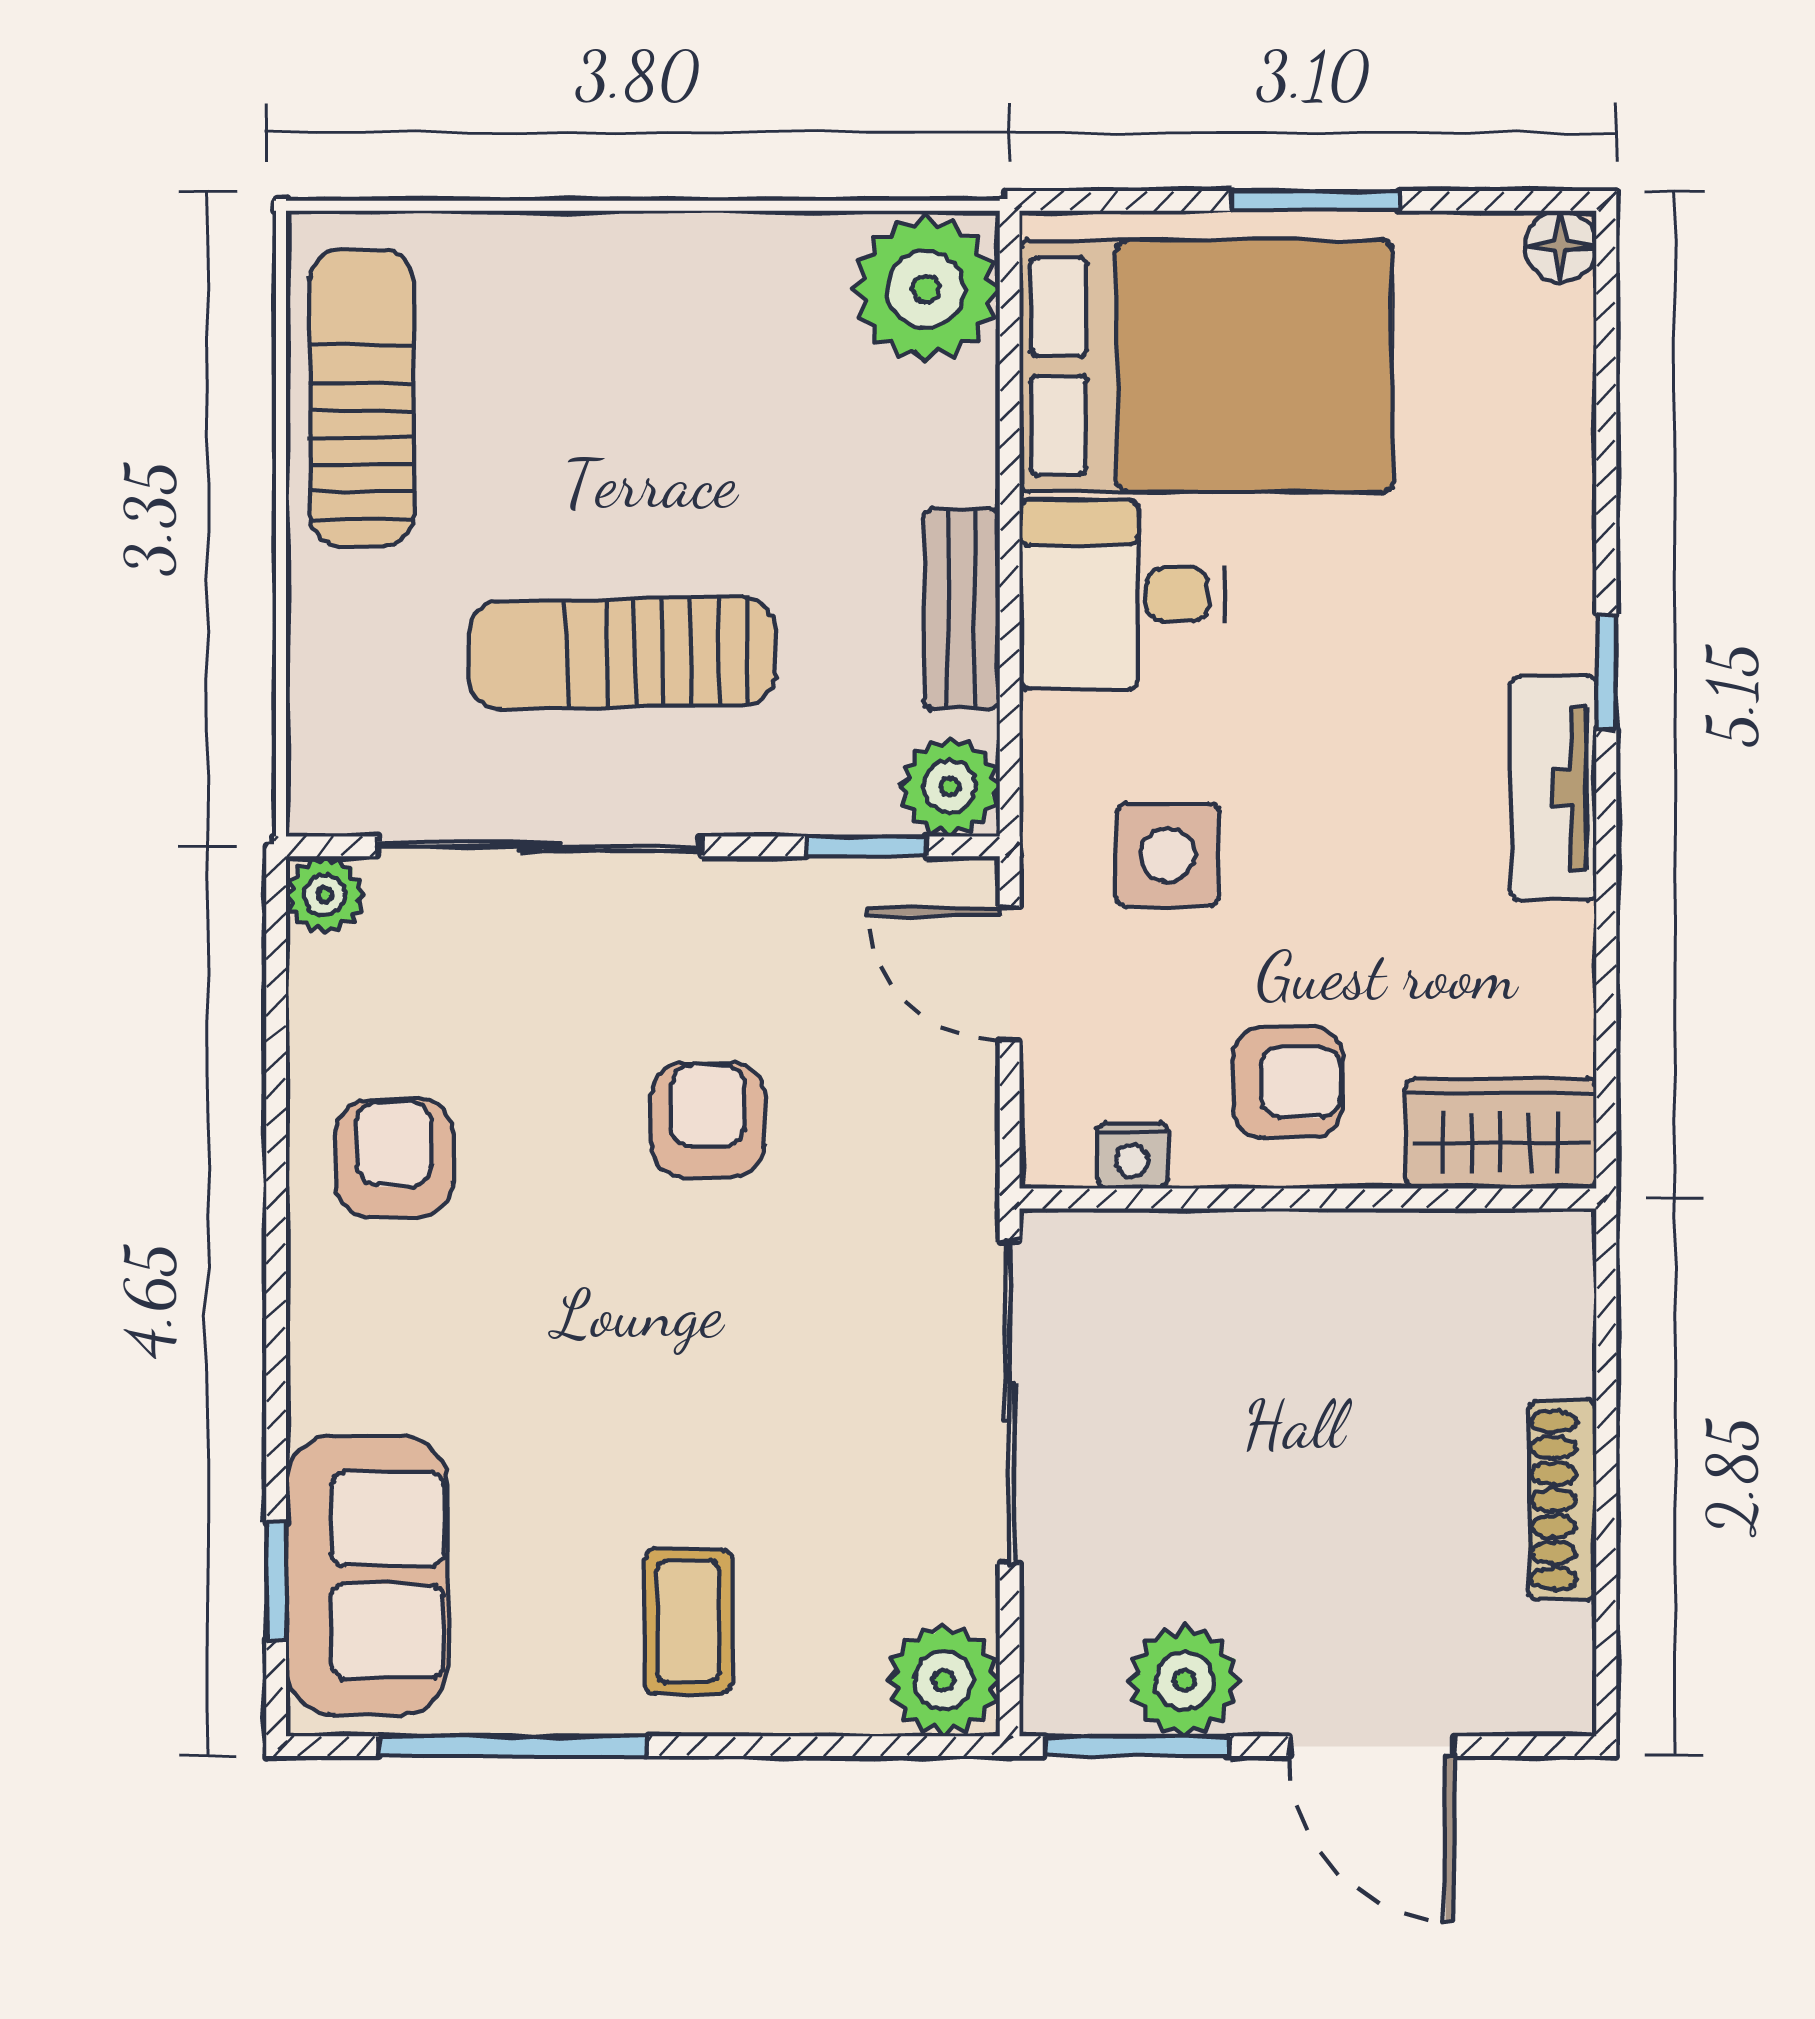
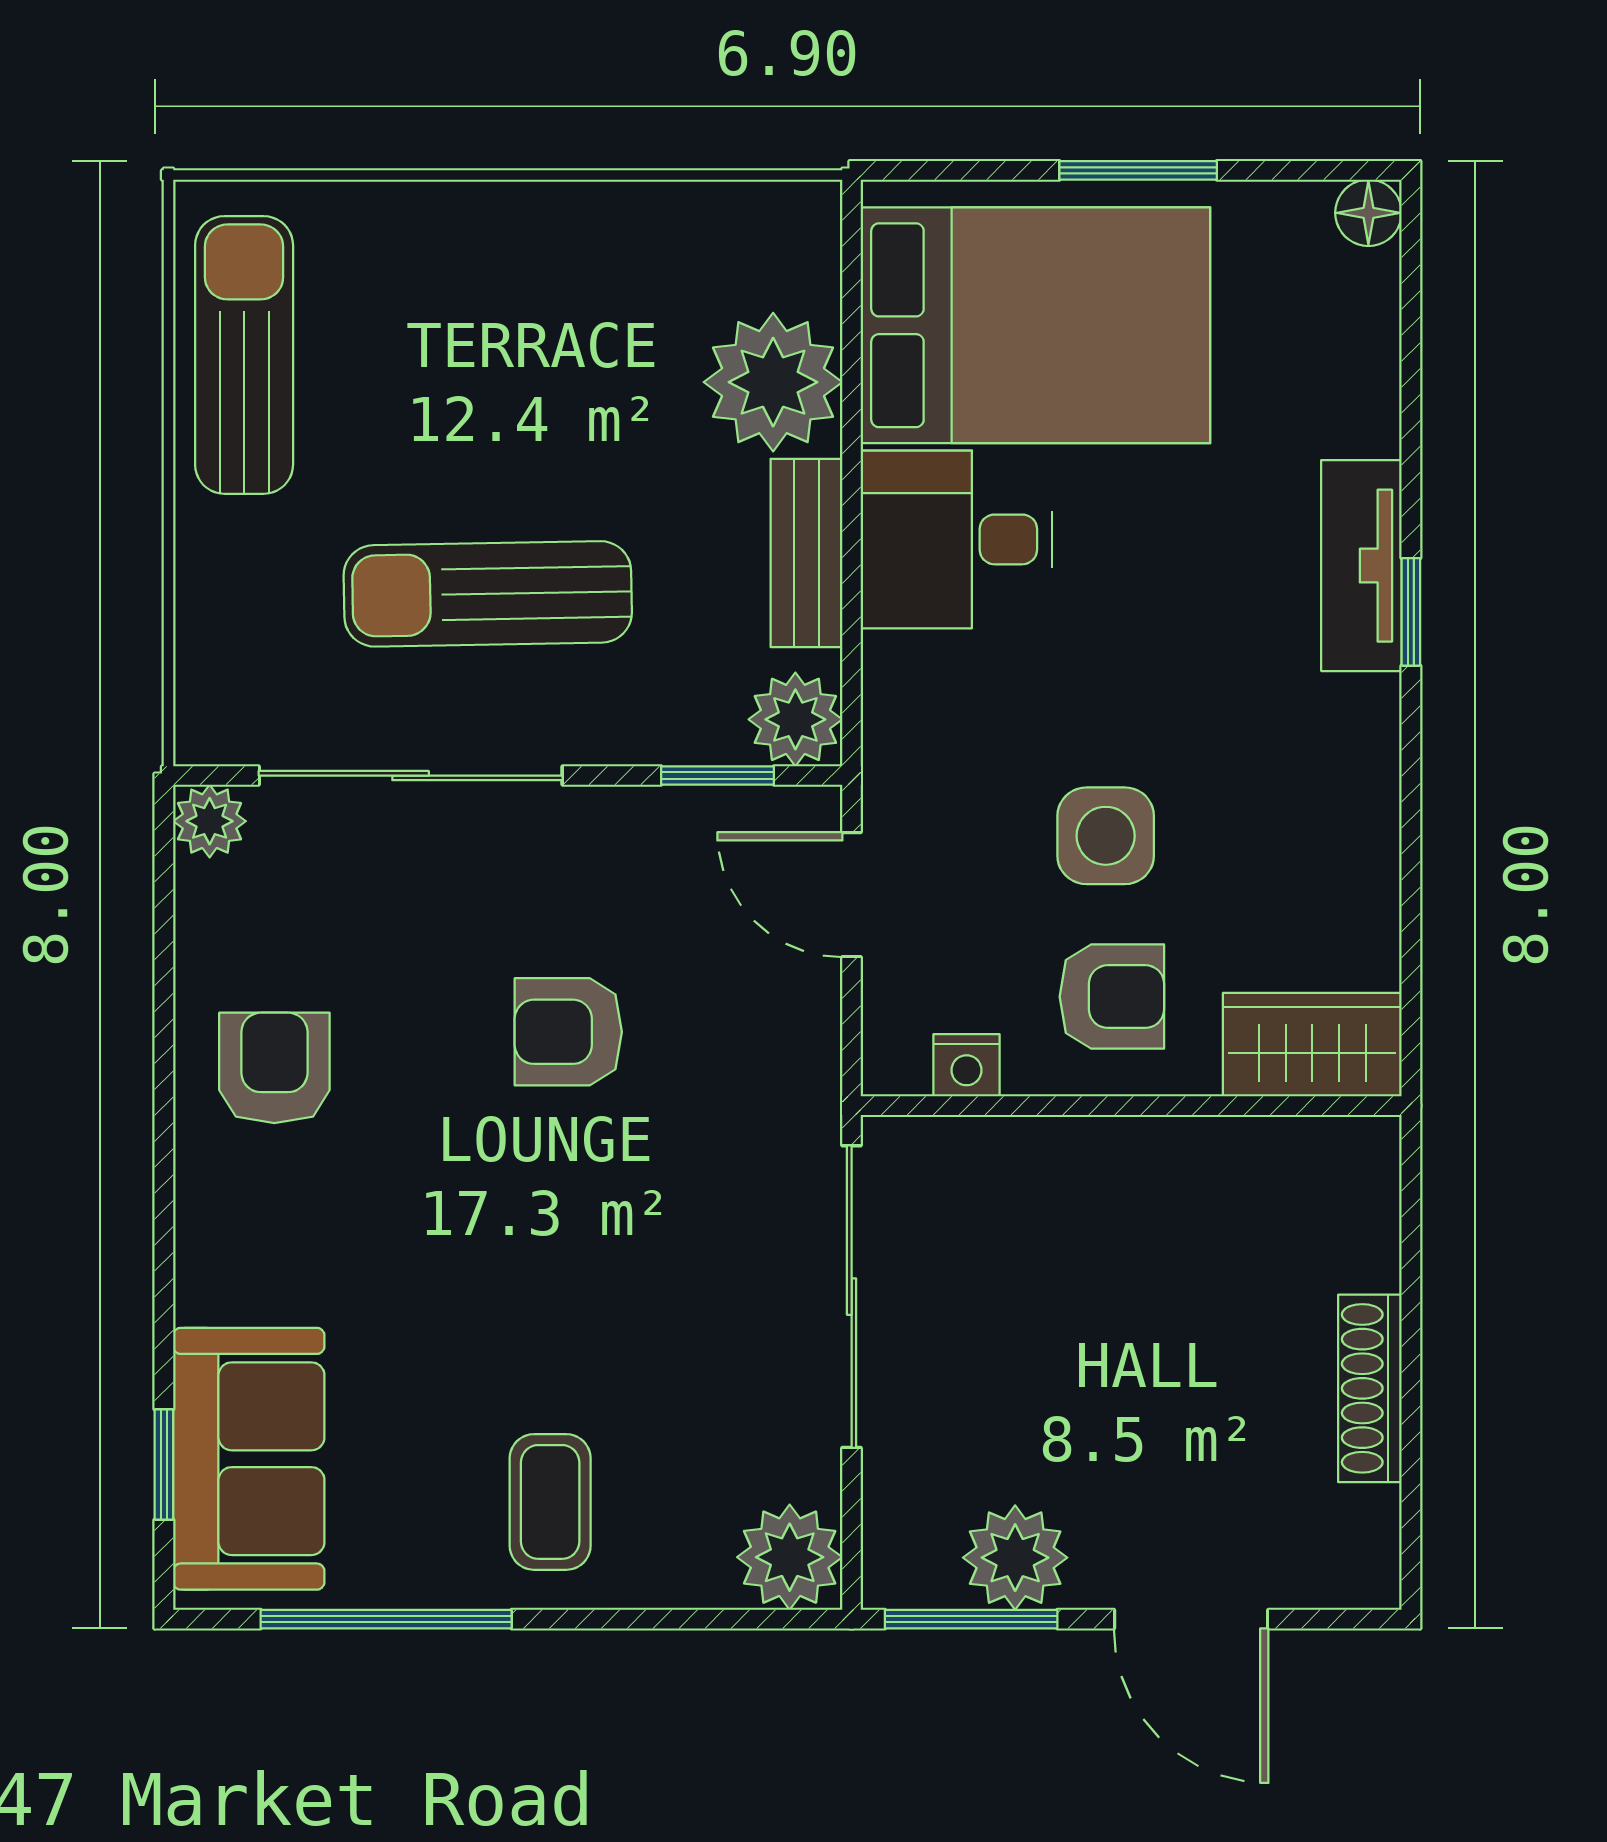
plant: (926, 289) -> (773, 382), moved
tv unit: (1553, 788) -> (1361, 566), moved
side table: (1167, 855) -> (1106, 836), moved
armchair: (708, 1120) -> (568, 1032), turned -90

